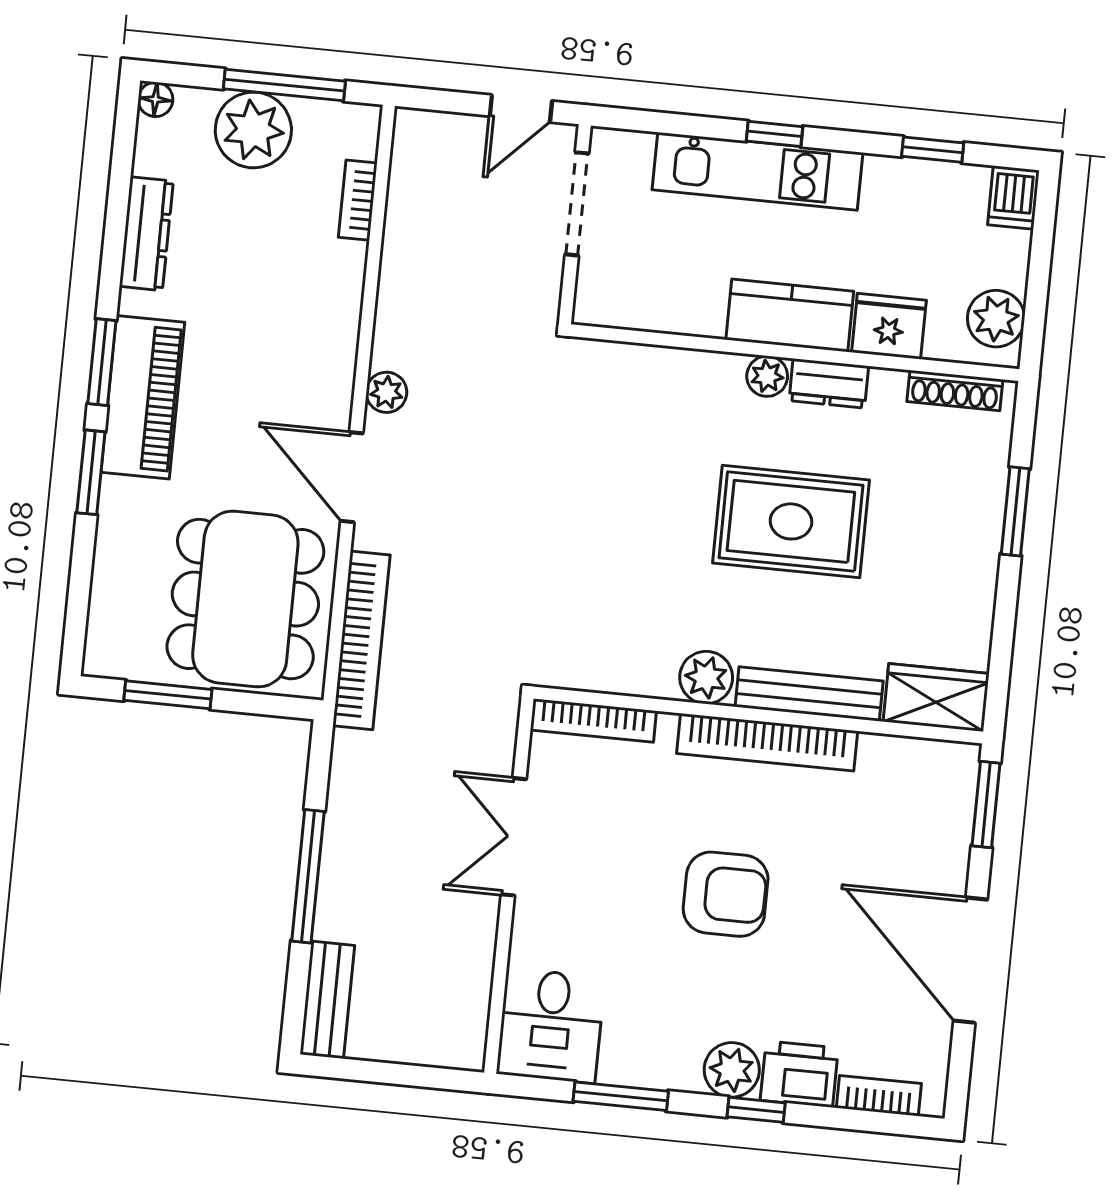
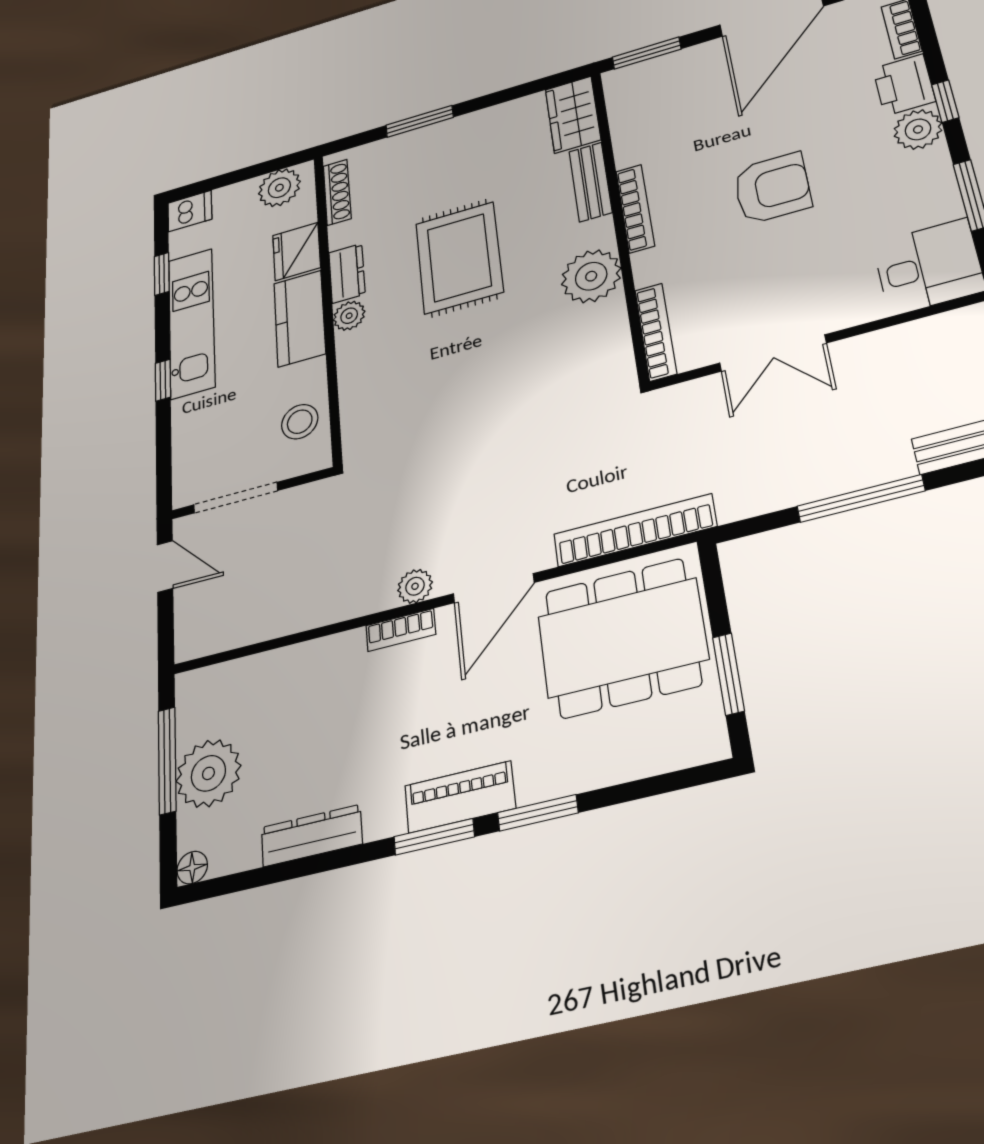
kitchen unit: (757, 171) -> (192, 323), moved
bookcase: (358, 200) -> (401, 630), moved
stool: (647, 294) -> (300, 422), added
piano: (143, 397) -> (460, 797), width x0.73, depth x0.75
plant: (706, 678) -> (591, 276), width x1.36, depth x1.36
bench: (809, 694) -> (590, 182), width x0.73
bookcase: (767, 742) -> (635, 209), width x0.68, depth x0.76
armchair: (726, 894) -> (772, 188), turned 90

